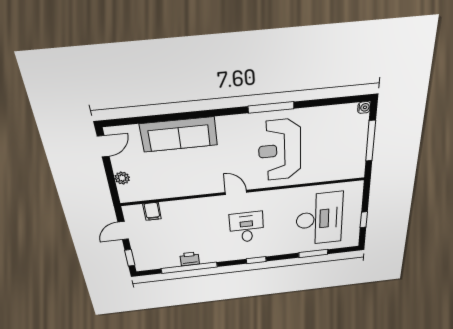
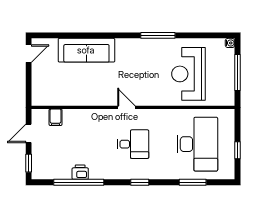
reception desk: (280, 150) -> (188, 74), moved
plant: (122, 178) -> (37, 83), removed
desk: (247, 227) -> (133, 144), turned 90

